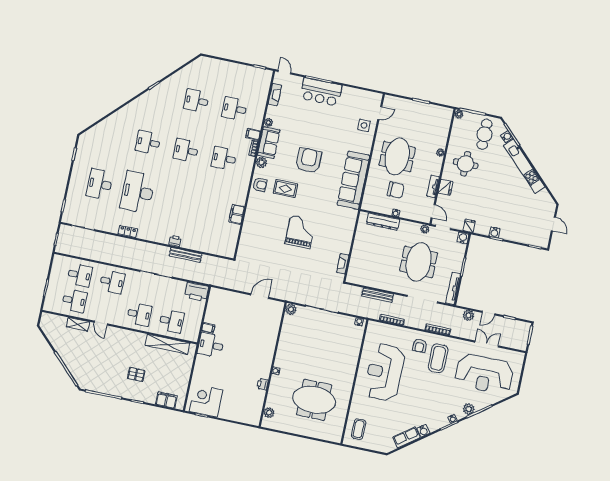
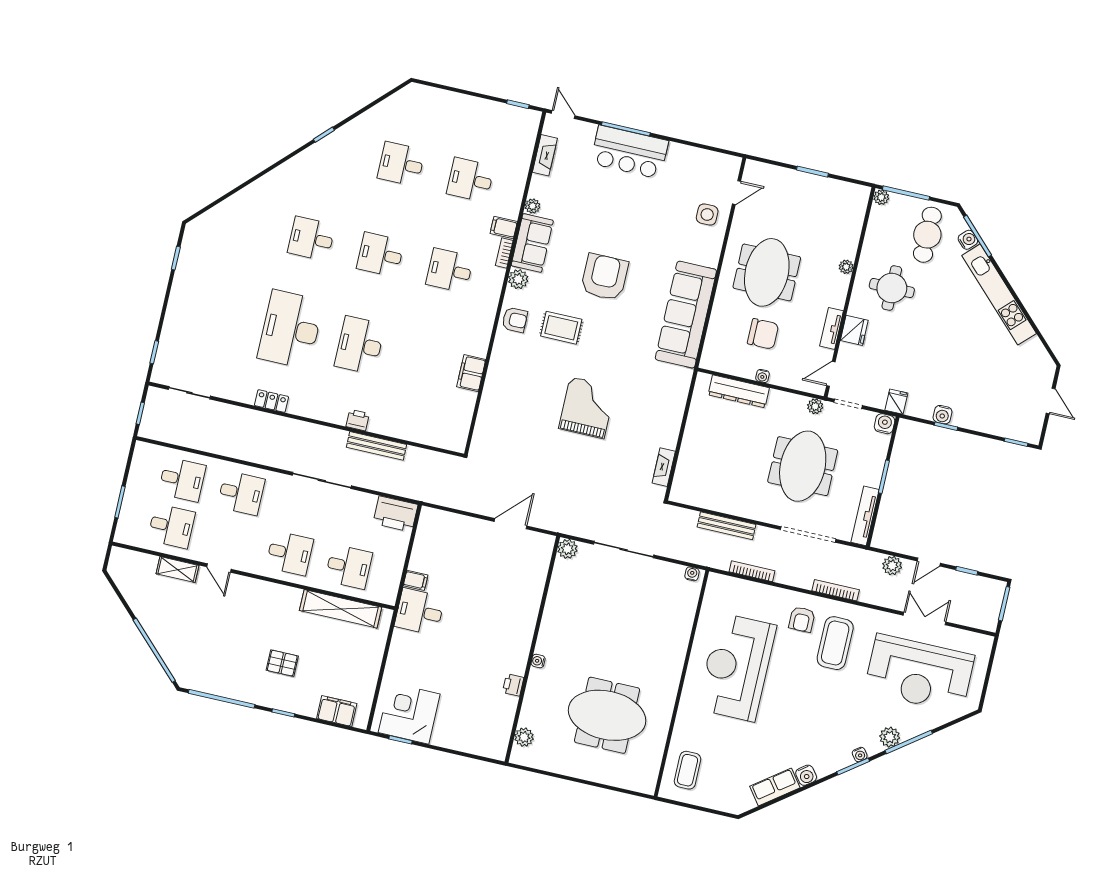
desk: (100, 184) -> (360, 345), moved
door: (433, 211) -> (831, 374), swing flipped

